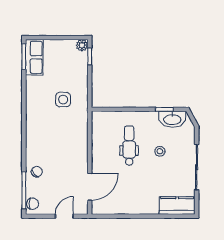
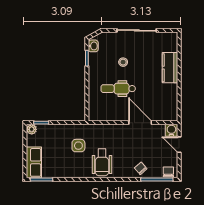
row of seats: (34, 57) -> (34, 162), moved, turned 90
washbasin: (172, 119) -> (93, 46), width x0.52, depth x0.69
wheelchair: (44, 127) -> (102, 162), added
door: (90, 187) -> (140, 123), moved
kitchen counter: (177, 206) -> (170, 68), moved
water cooler: (81, 207) -> (171, 130), added

